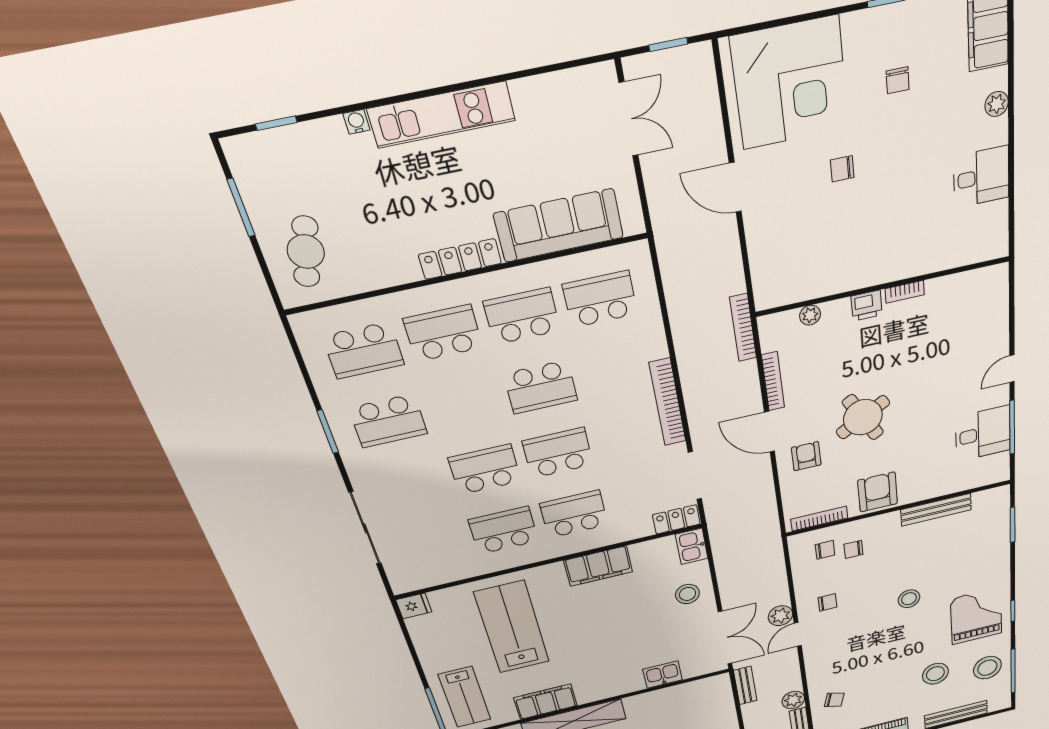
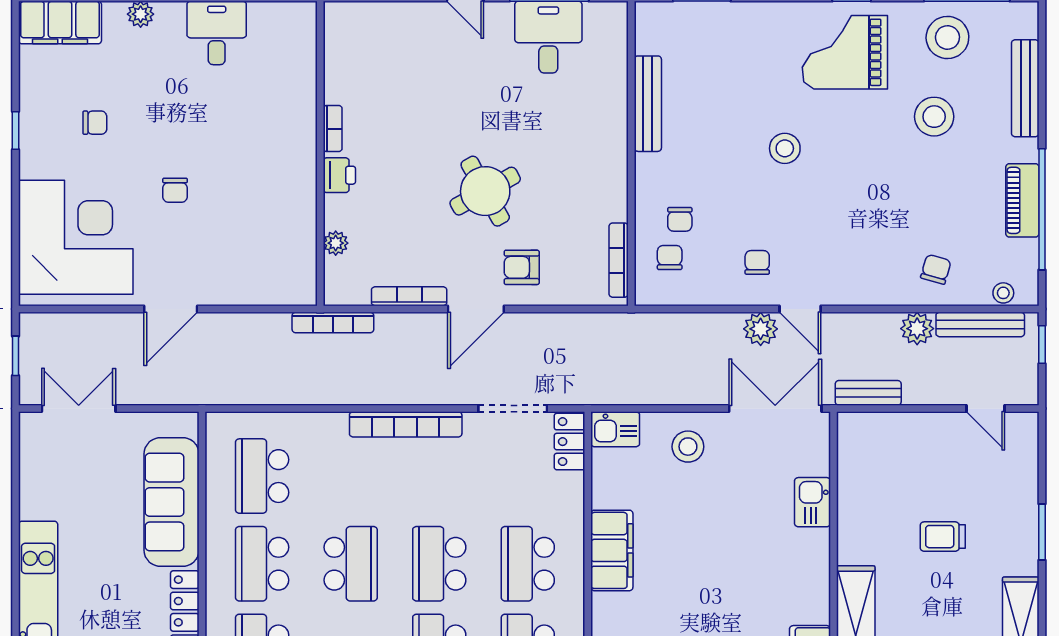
armchair: (878, 492) -> (599, 180), removed

